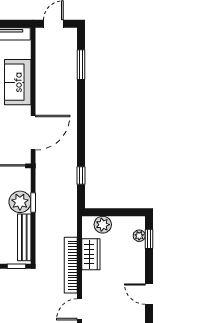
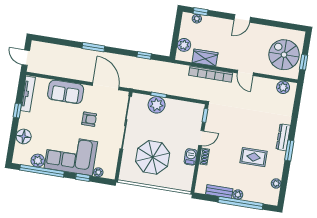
window: (81, 65) -> (93, 47), moved
bench: (24, 237) -> (184, 106), removed

